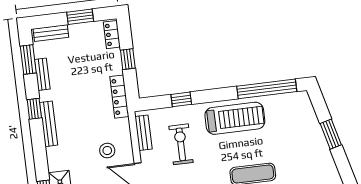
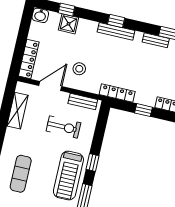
window: (181, 99) -> (93, 163), moved
window: (34, 109) -> (116, 21), moved

